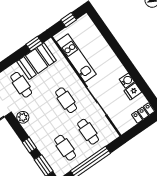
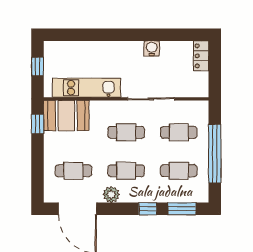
booth: (37, 61) -> (66, 116), moved, turned 90
fridge: (133, 91) -> (169, 50), removed
cafe table: (43, 116) -> (126, 171), added

